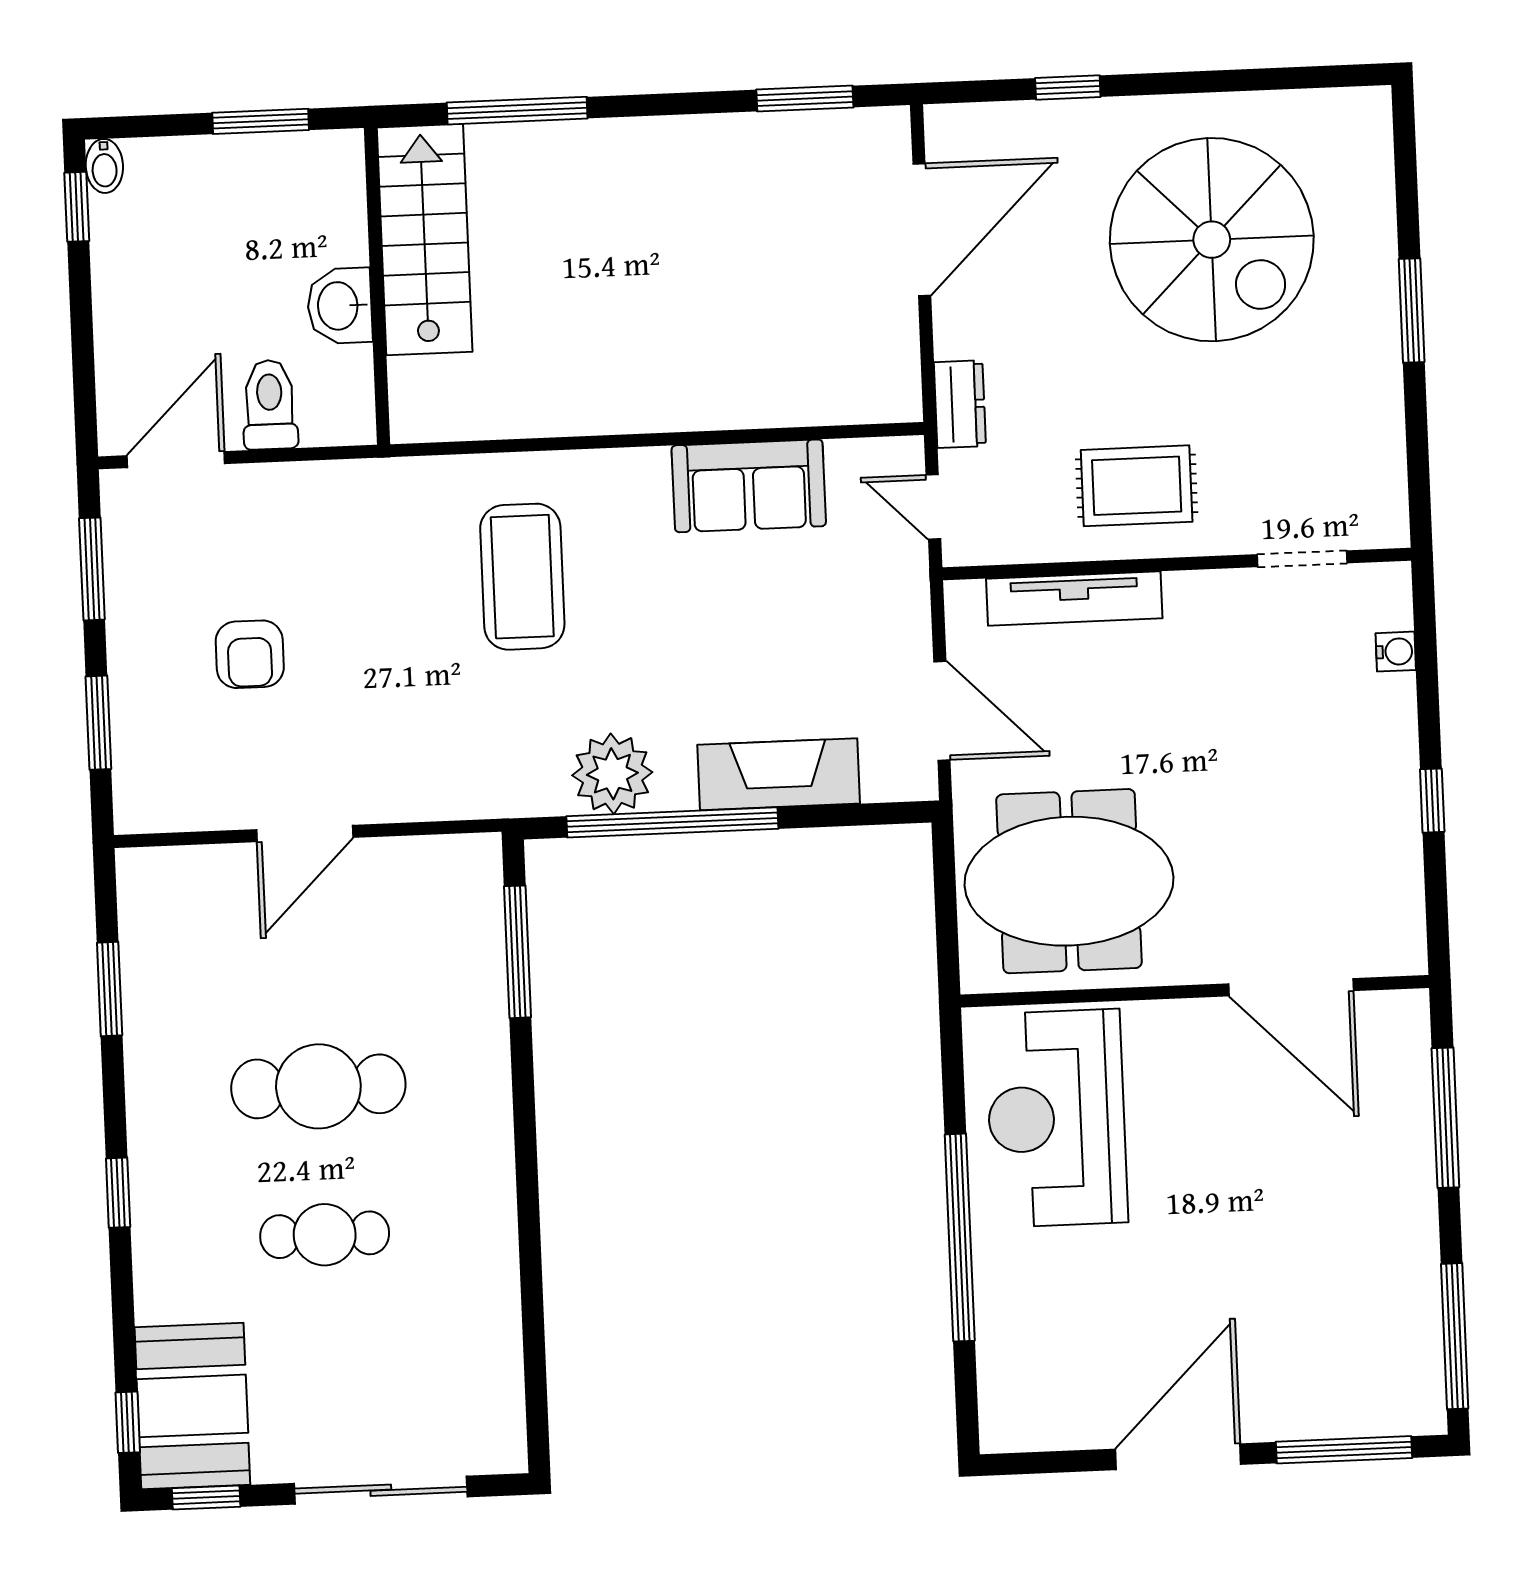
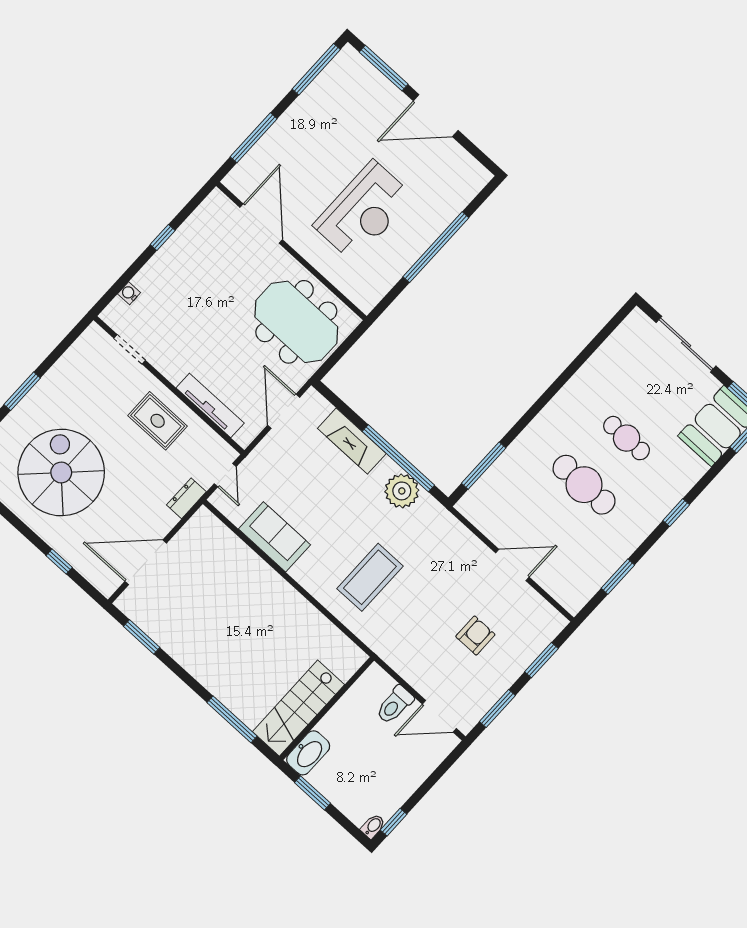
washbasin: (340, 306) -> (308, 753), moved, width x1.38
reception desk: (1057, 1118) -> (363, 211), moved

